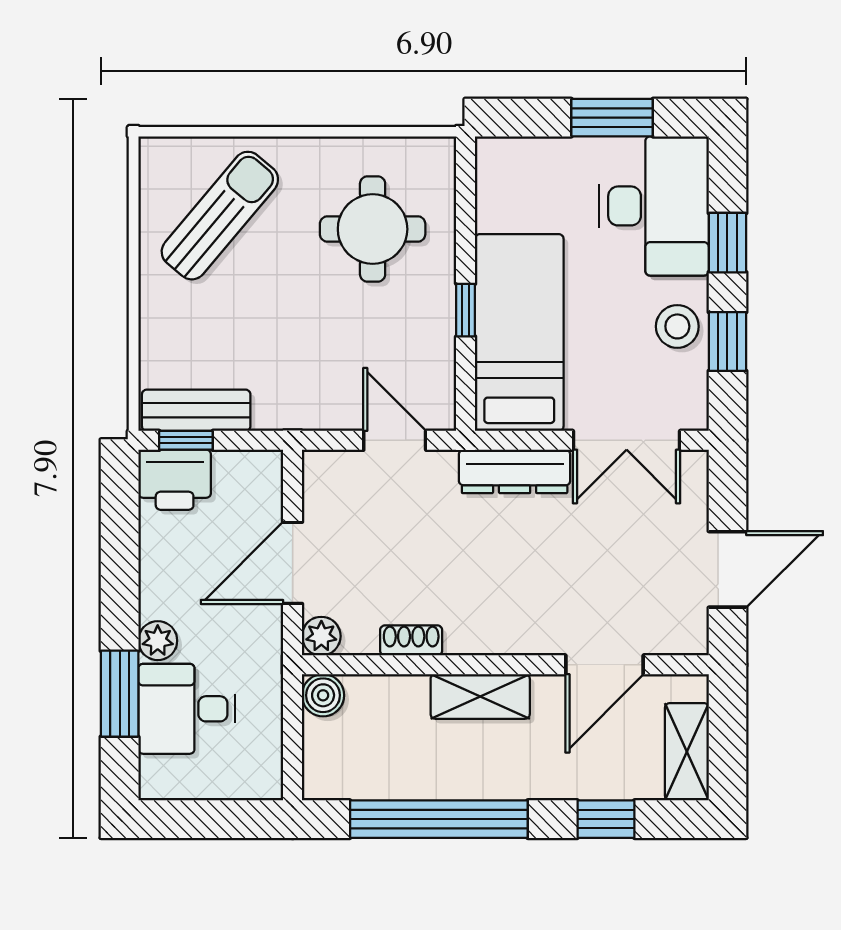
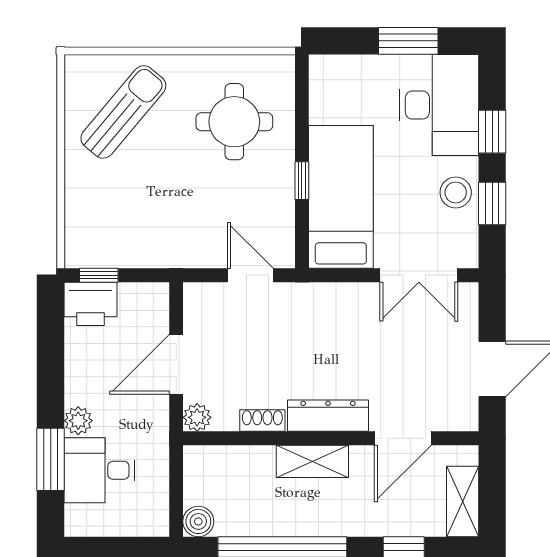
bench: (196, 410) -> (106, 253), removed
dresser: (515, 471) -> (328, 416), moved, turned 180
boiler: (323, 695) -> (198, 521), moved

